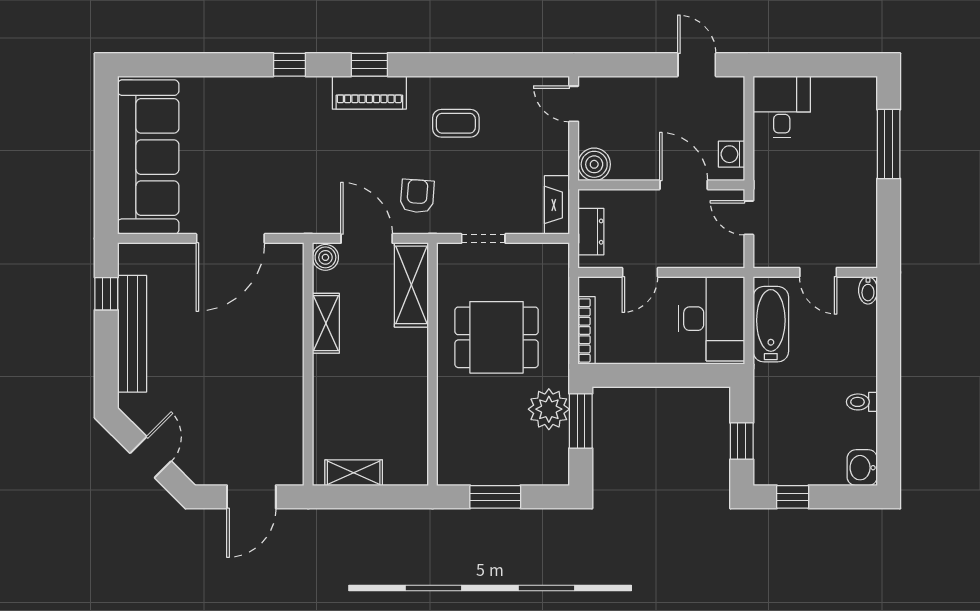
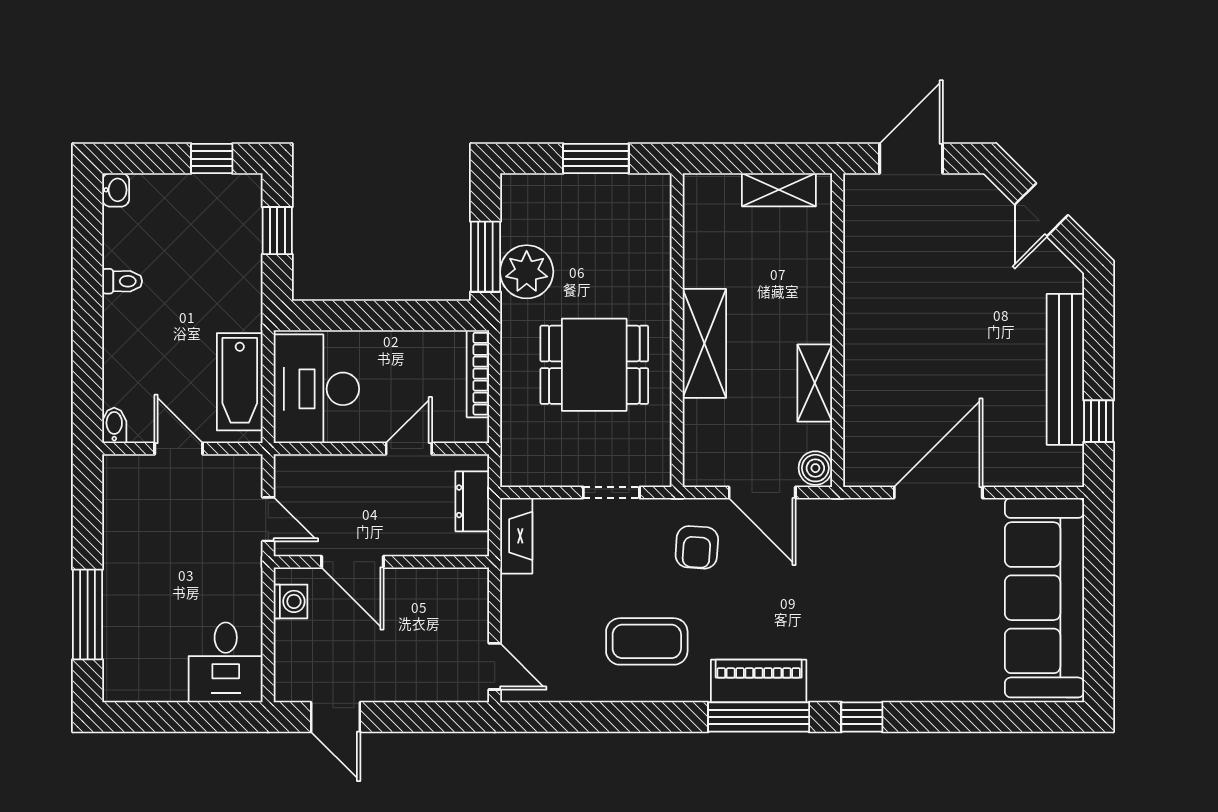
window: (369, 65) -> (759, 717), width x2.17
coffee table: (456, 123) -> (647, 641), width x1.36, depth x1.30
boiler: (594, 164) -> (468, 588), removed
shelving: (411, 285) -> (704, 343), moved
washbasin: (862, 468) -> (116, 190), width x0.72, depth x0.69

